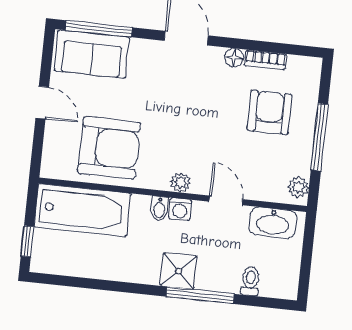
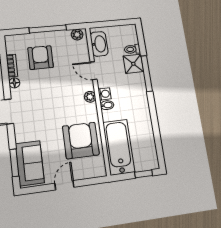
window: (99, 29) -> (14, 163), width x0.69
armchair: (269, 112) -> (41, 58), turned 90
door: (226, 200) -> (94, 71), hinge flipped
shower: (179, 271) -> (133, 64), moved

